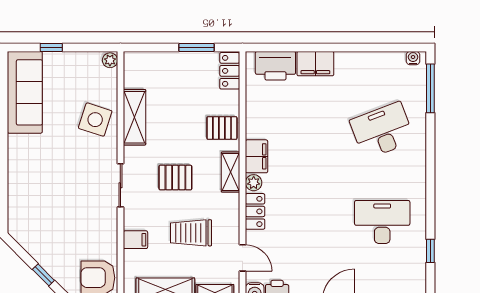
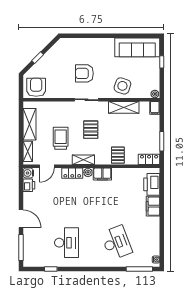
shelving: (230, 172) -> (83, 160), moved
armchair: (72, 189) -> (84, 73), added
filing cabinet: (135, 240) -> (155, 108), moved

